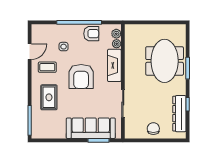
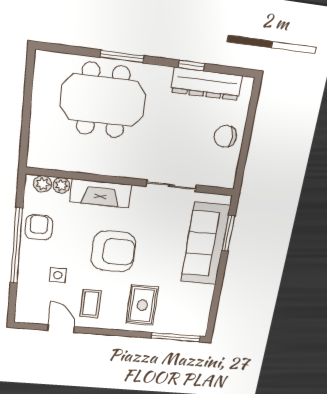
rug: (49, 97) -> (142, 305), turned 90

